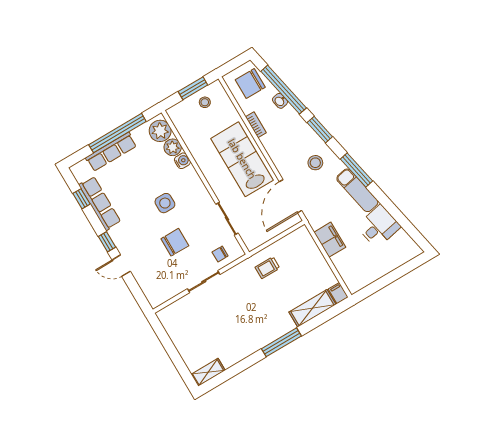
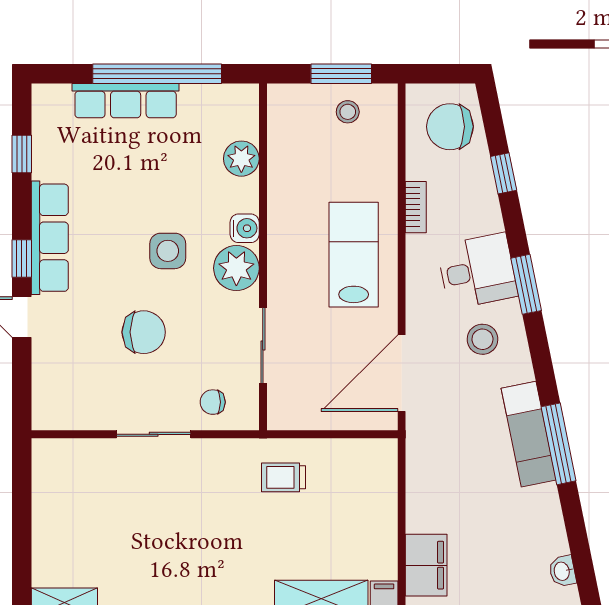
window: (284, 90) -> (504, 173), width x0.32
washbasin: (280, 101) -> (562, 571), moved
plant: (160, 131) -> (236, 268), moved
lab bench: (242, 159) -> (354, 255), width x0.73, depth x0.72
water cooler: (182, 161) -> (245, 228), moved
window: (356, 170) -> (559, 444), moved
row of seats: (100, 203) -> (50, 238), moved
desk: (379, 226) -> (477, 271), moved
filing cabinet: (330, 240) -> (426, 565), moved

